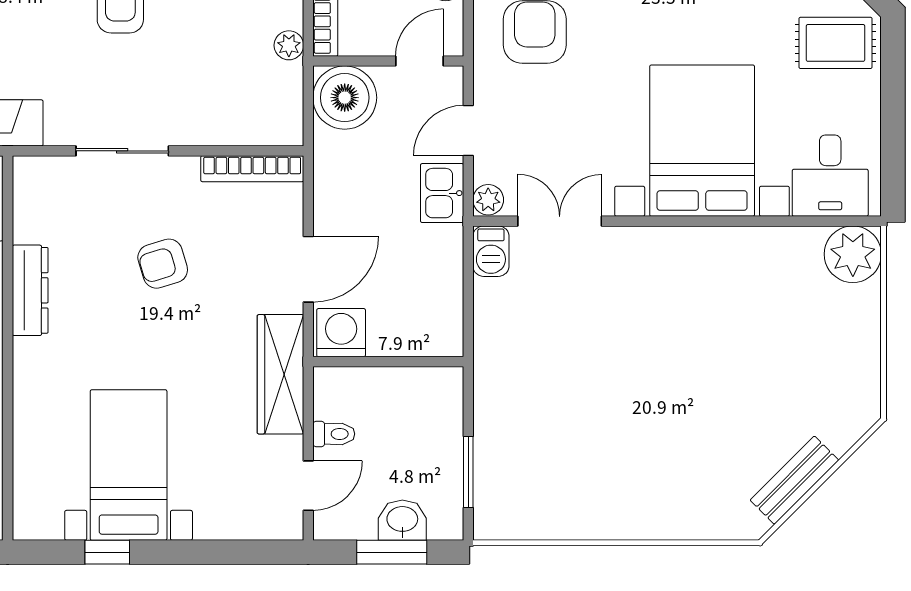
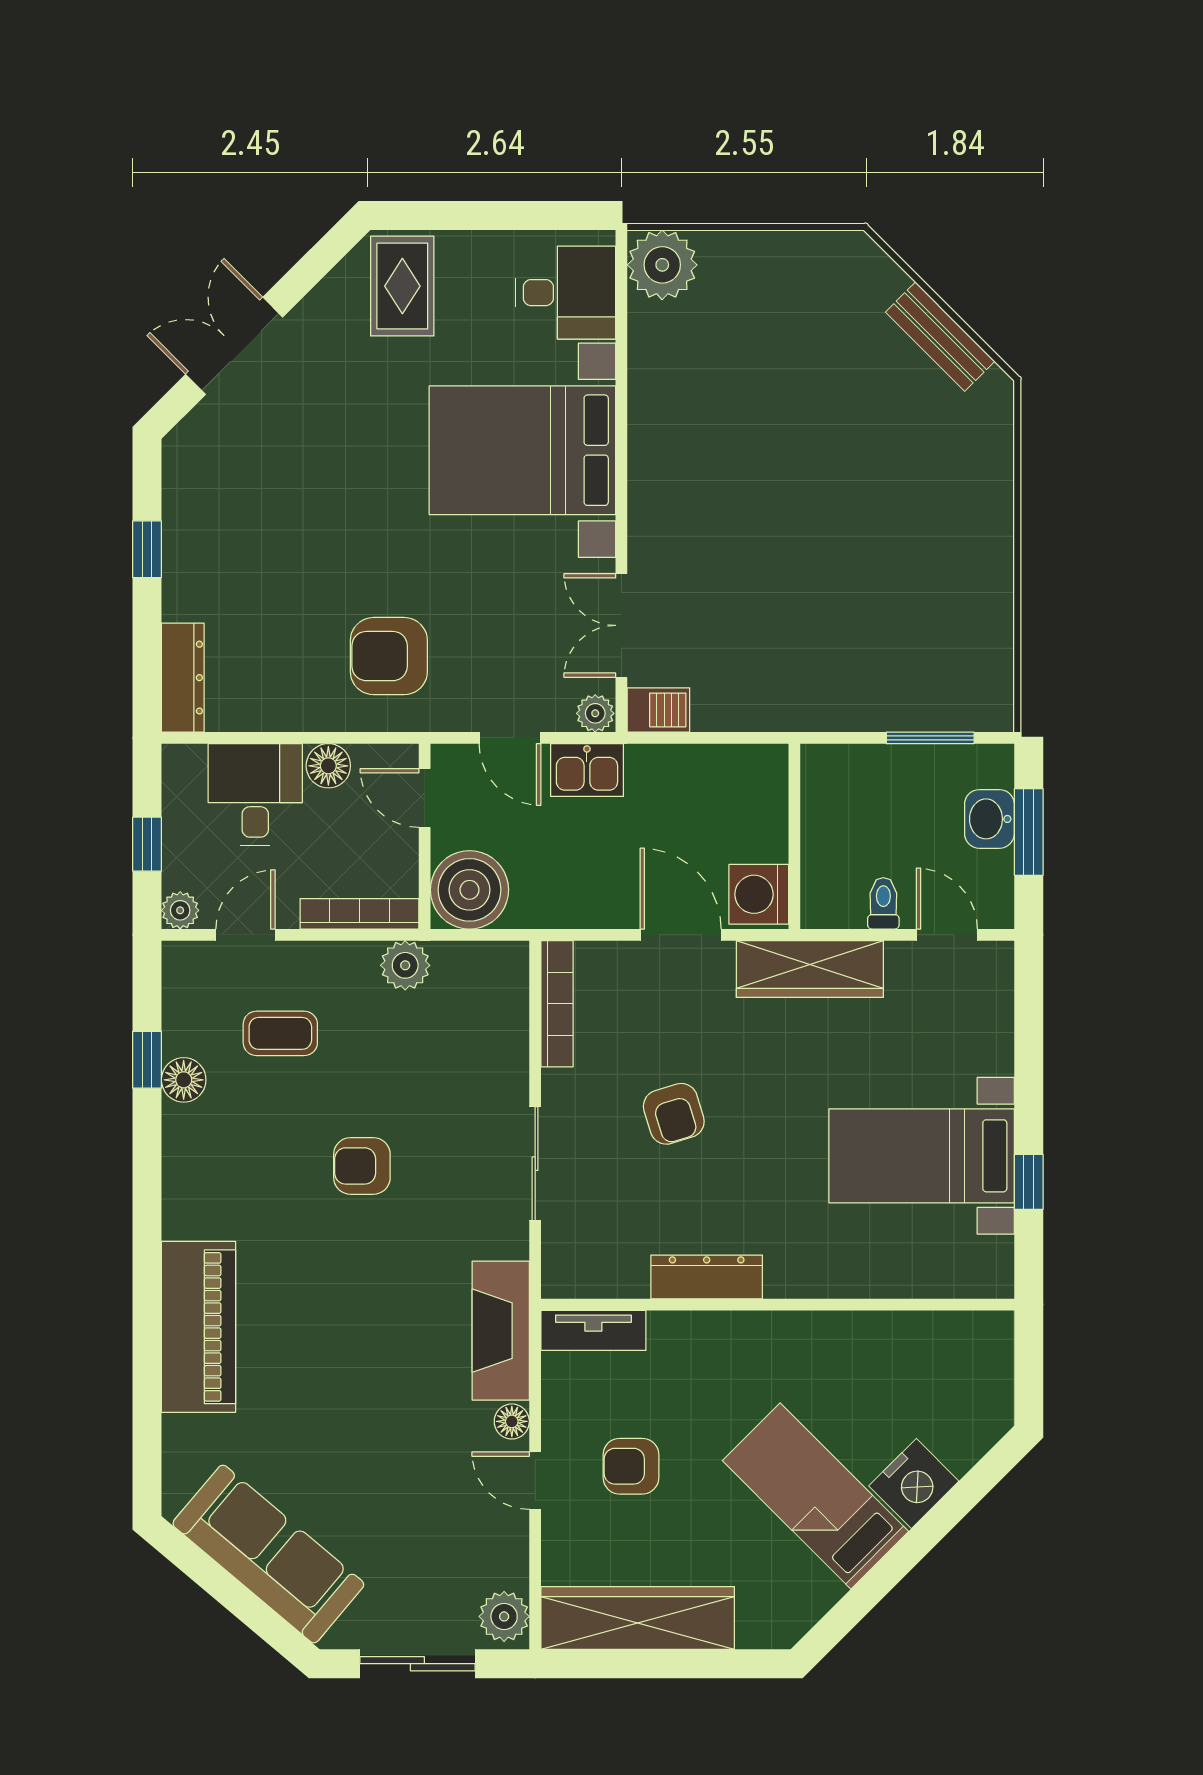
plant: (289, 45) -> (405, 965), width x1.38, depth x1.38

